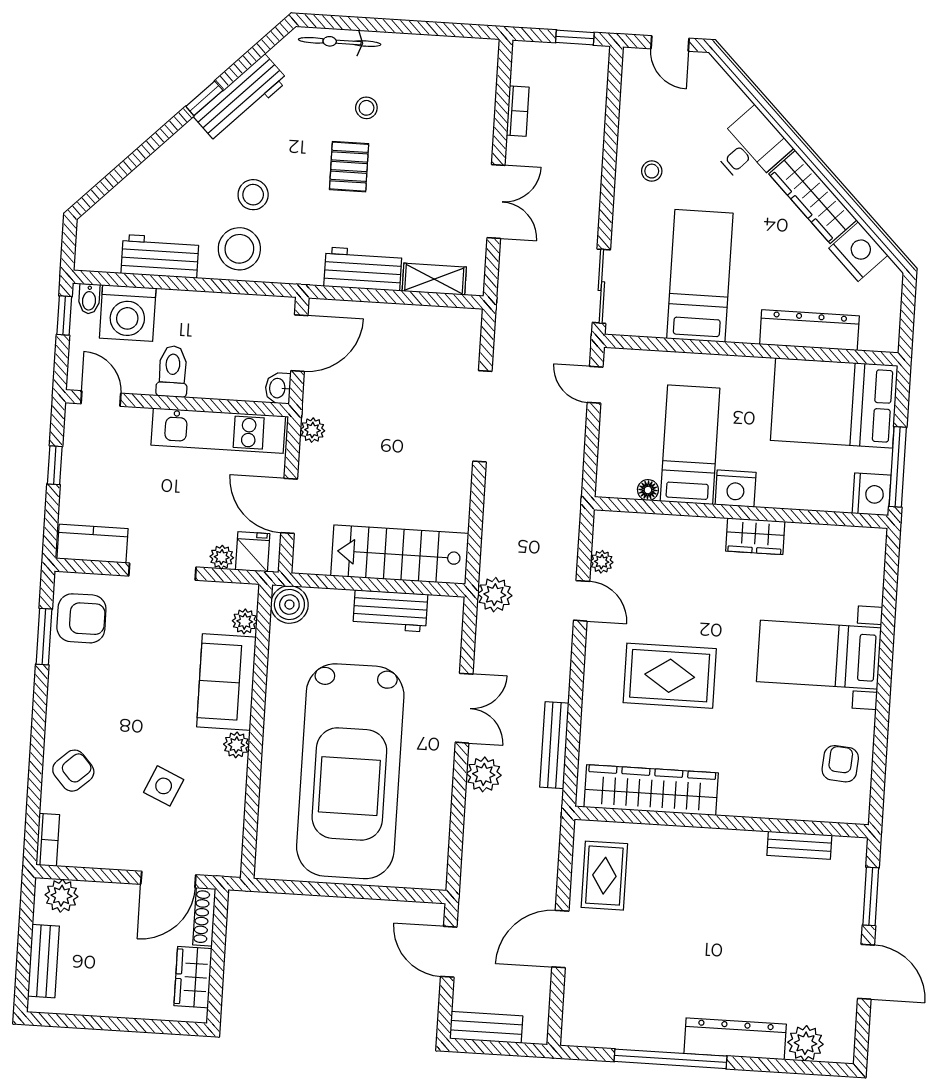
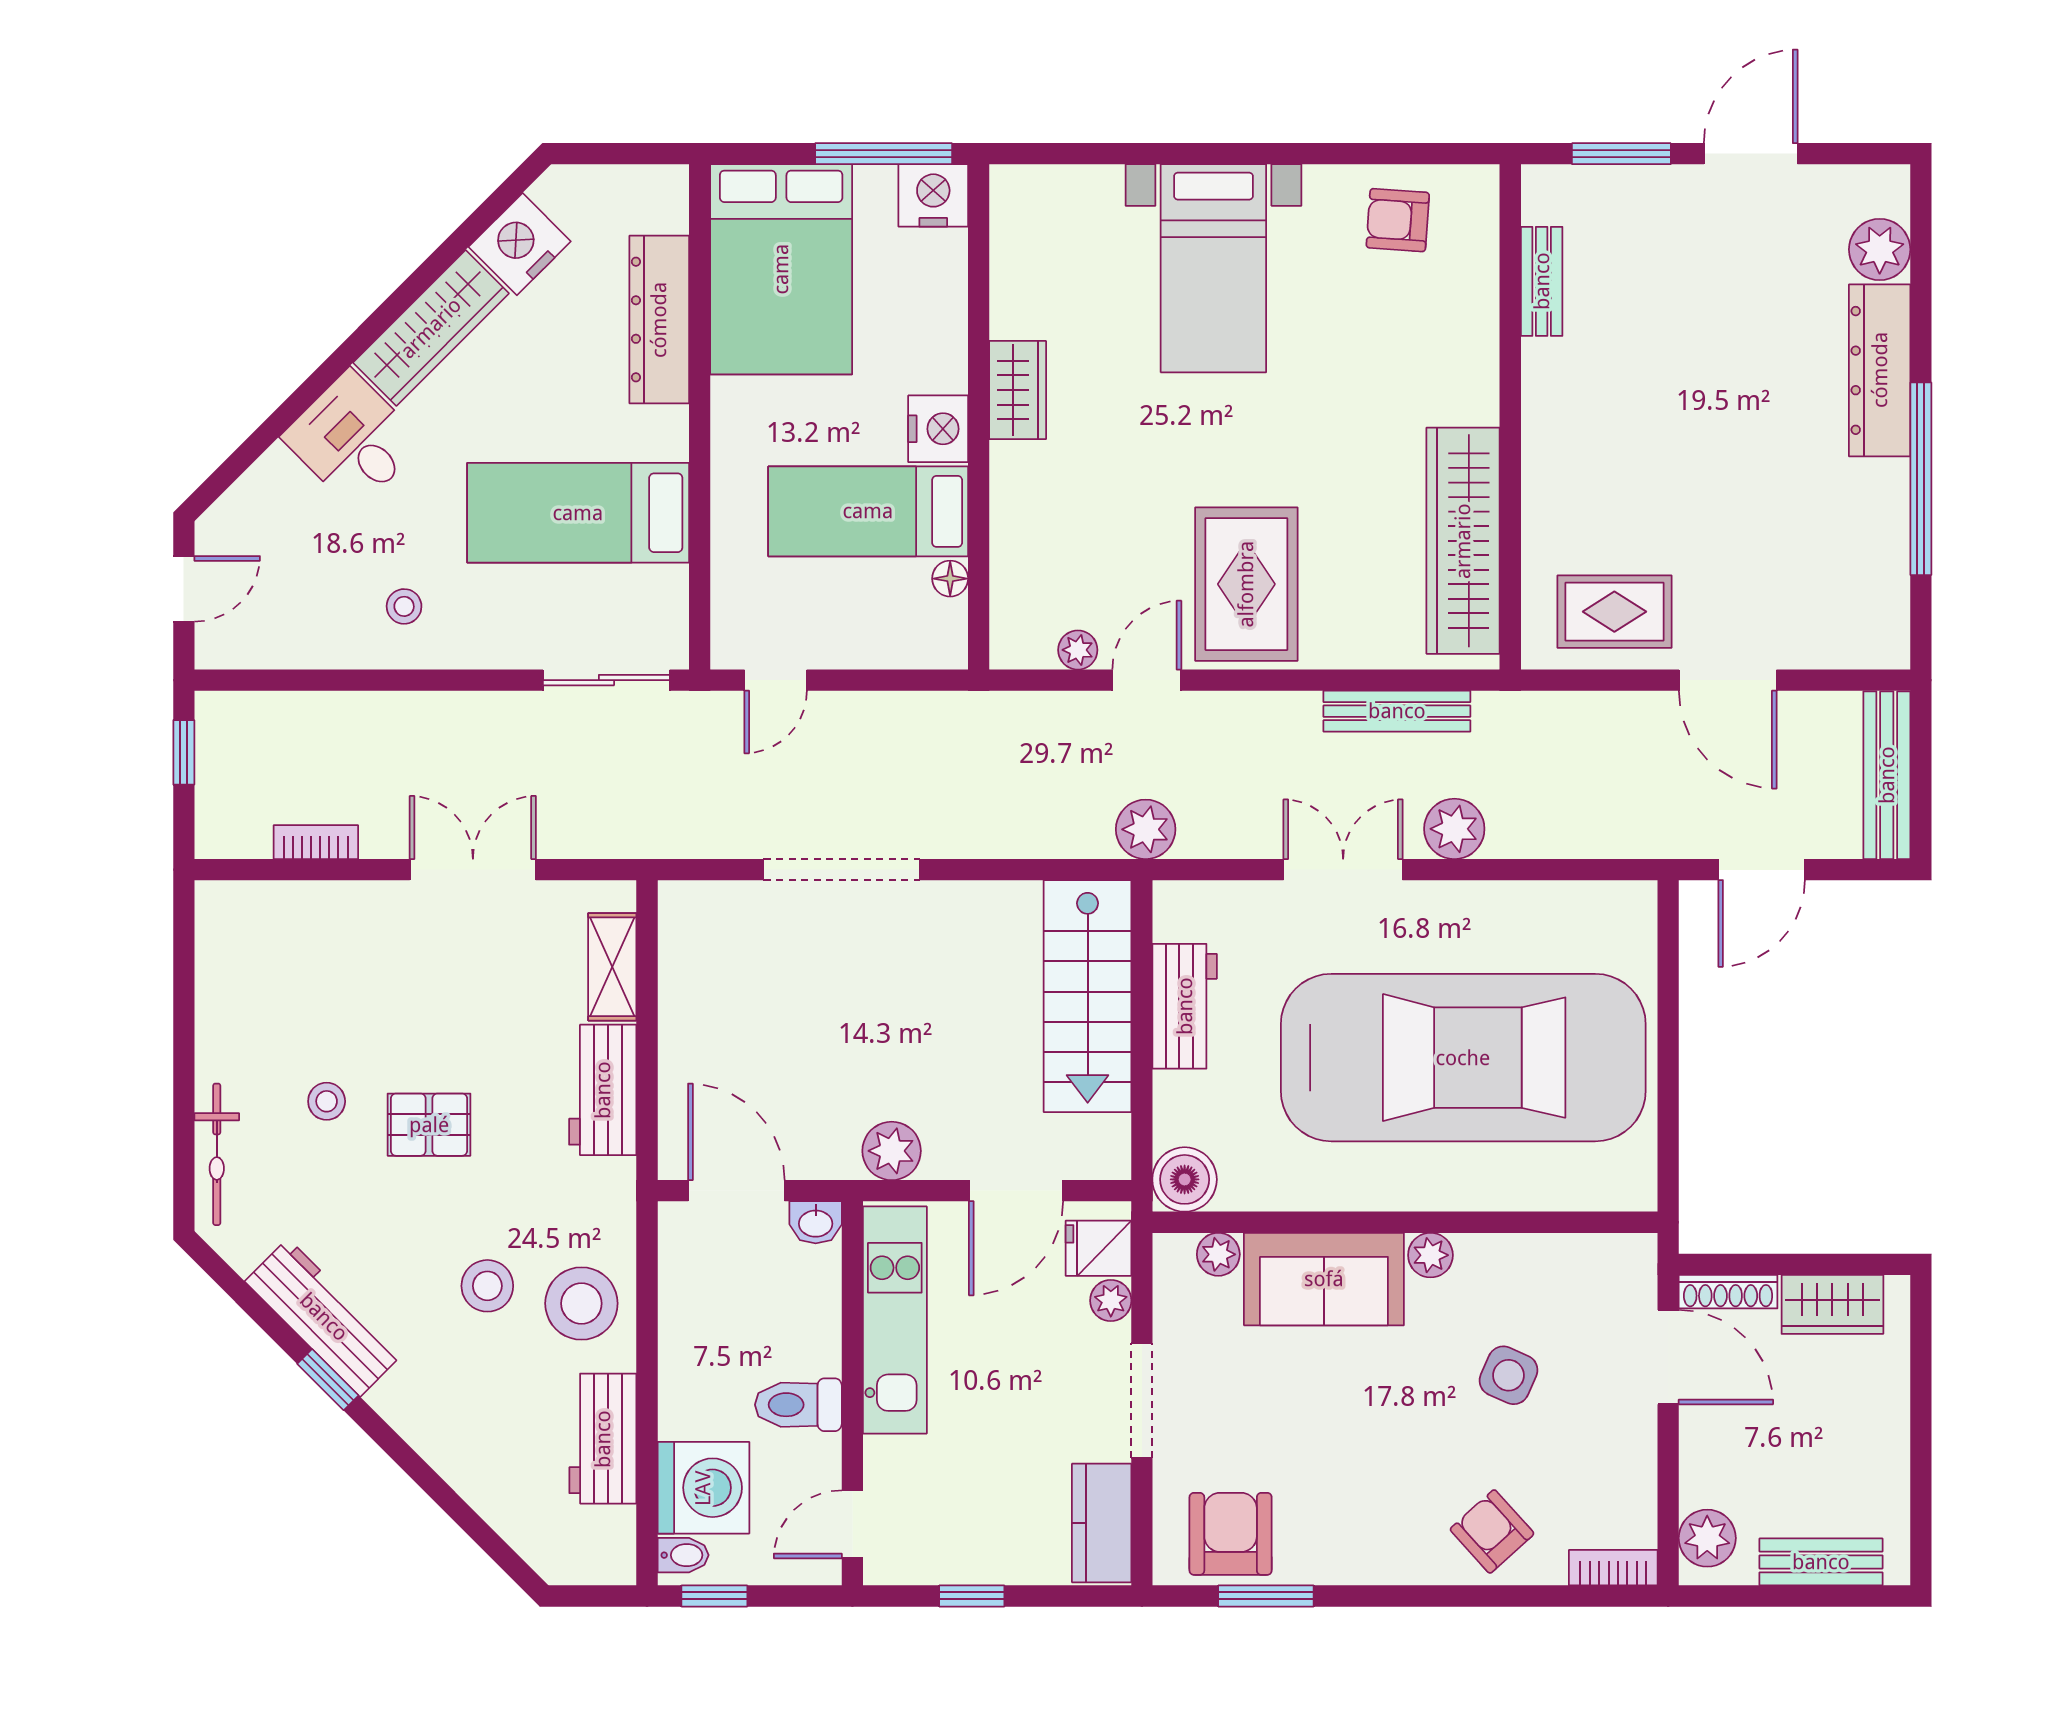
plant: (312, 430) -> (892, 1151), width x1.38, depth x1.38
rug: (670, 676) -> (1246, 584), moved
bench: (486, 1027) -> (1887, 775), width x1.36

